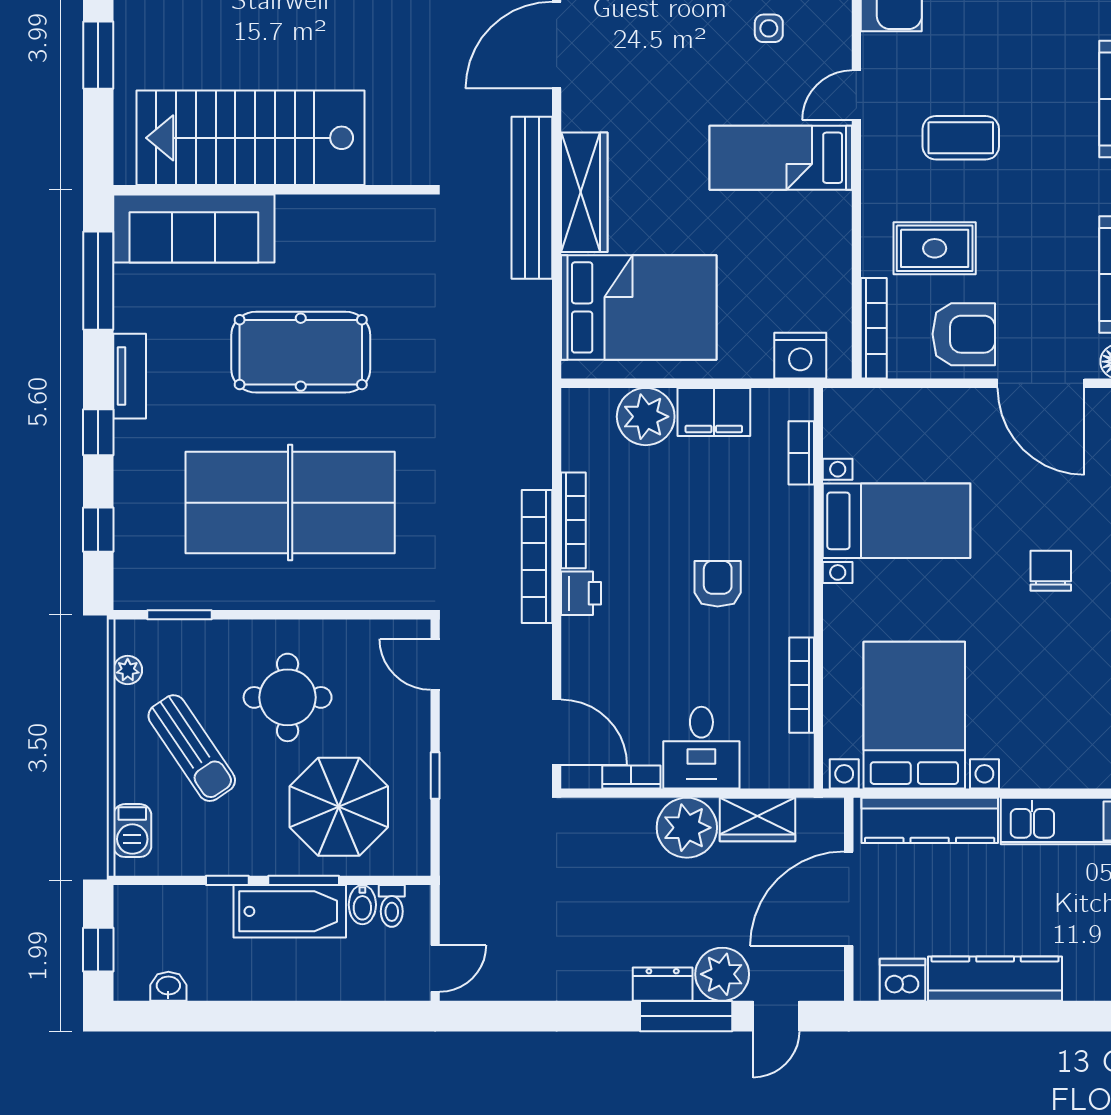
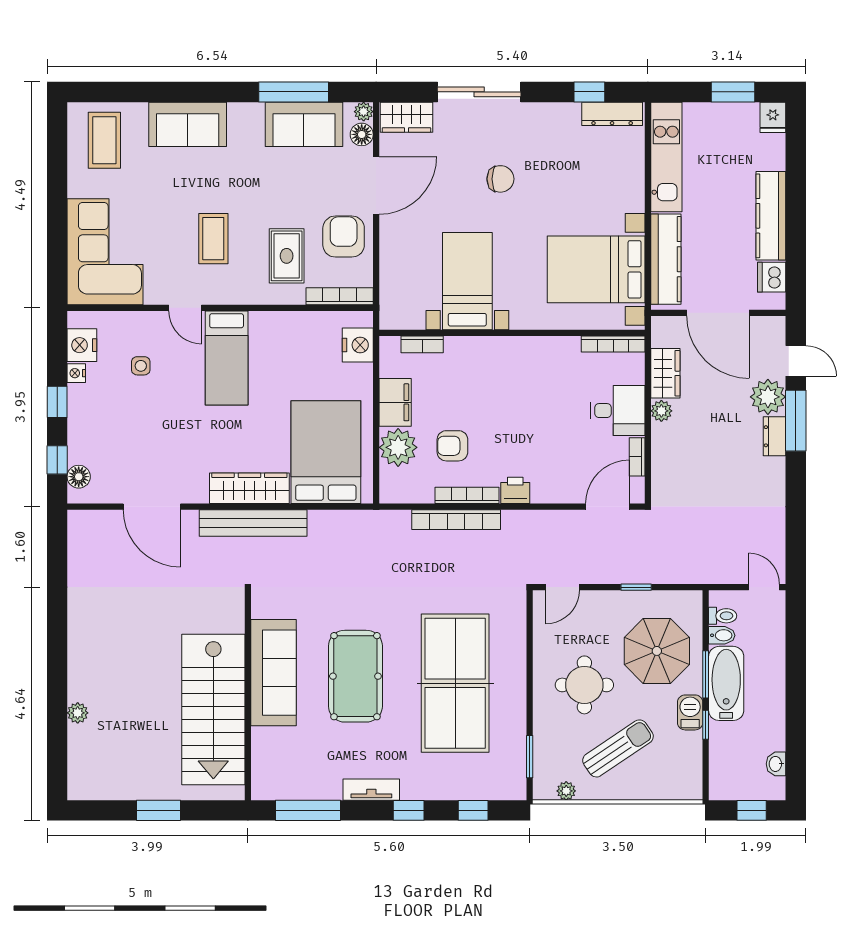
sofa: (194, 229) -> (273, 673), moved
bookcase: (537, 557) -> (456, 520), moved
chair: (1051, 571) -> (500, 179), turned 180
armchair: (718, 584) -> (452, 446), moved
bookcase: (802, 685) -> (613, 344), moved
plant: (687, 828) -> (661, 411), width x0.53, depth x0.53
barbecue: (132, 831) -> (690, 712), moved, turned -90

